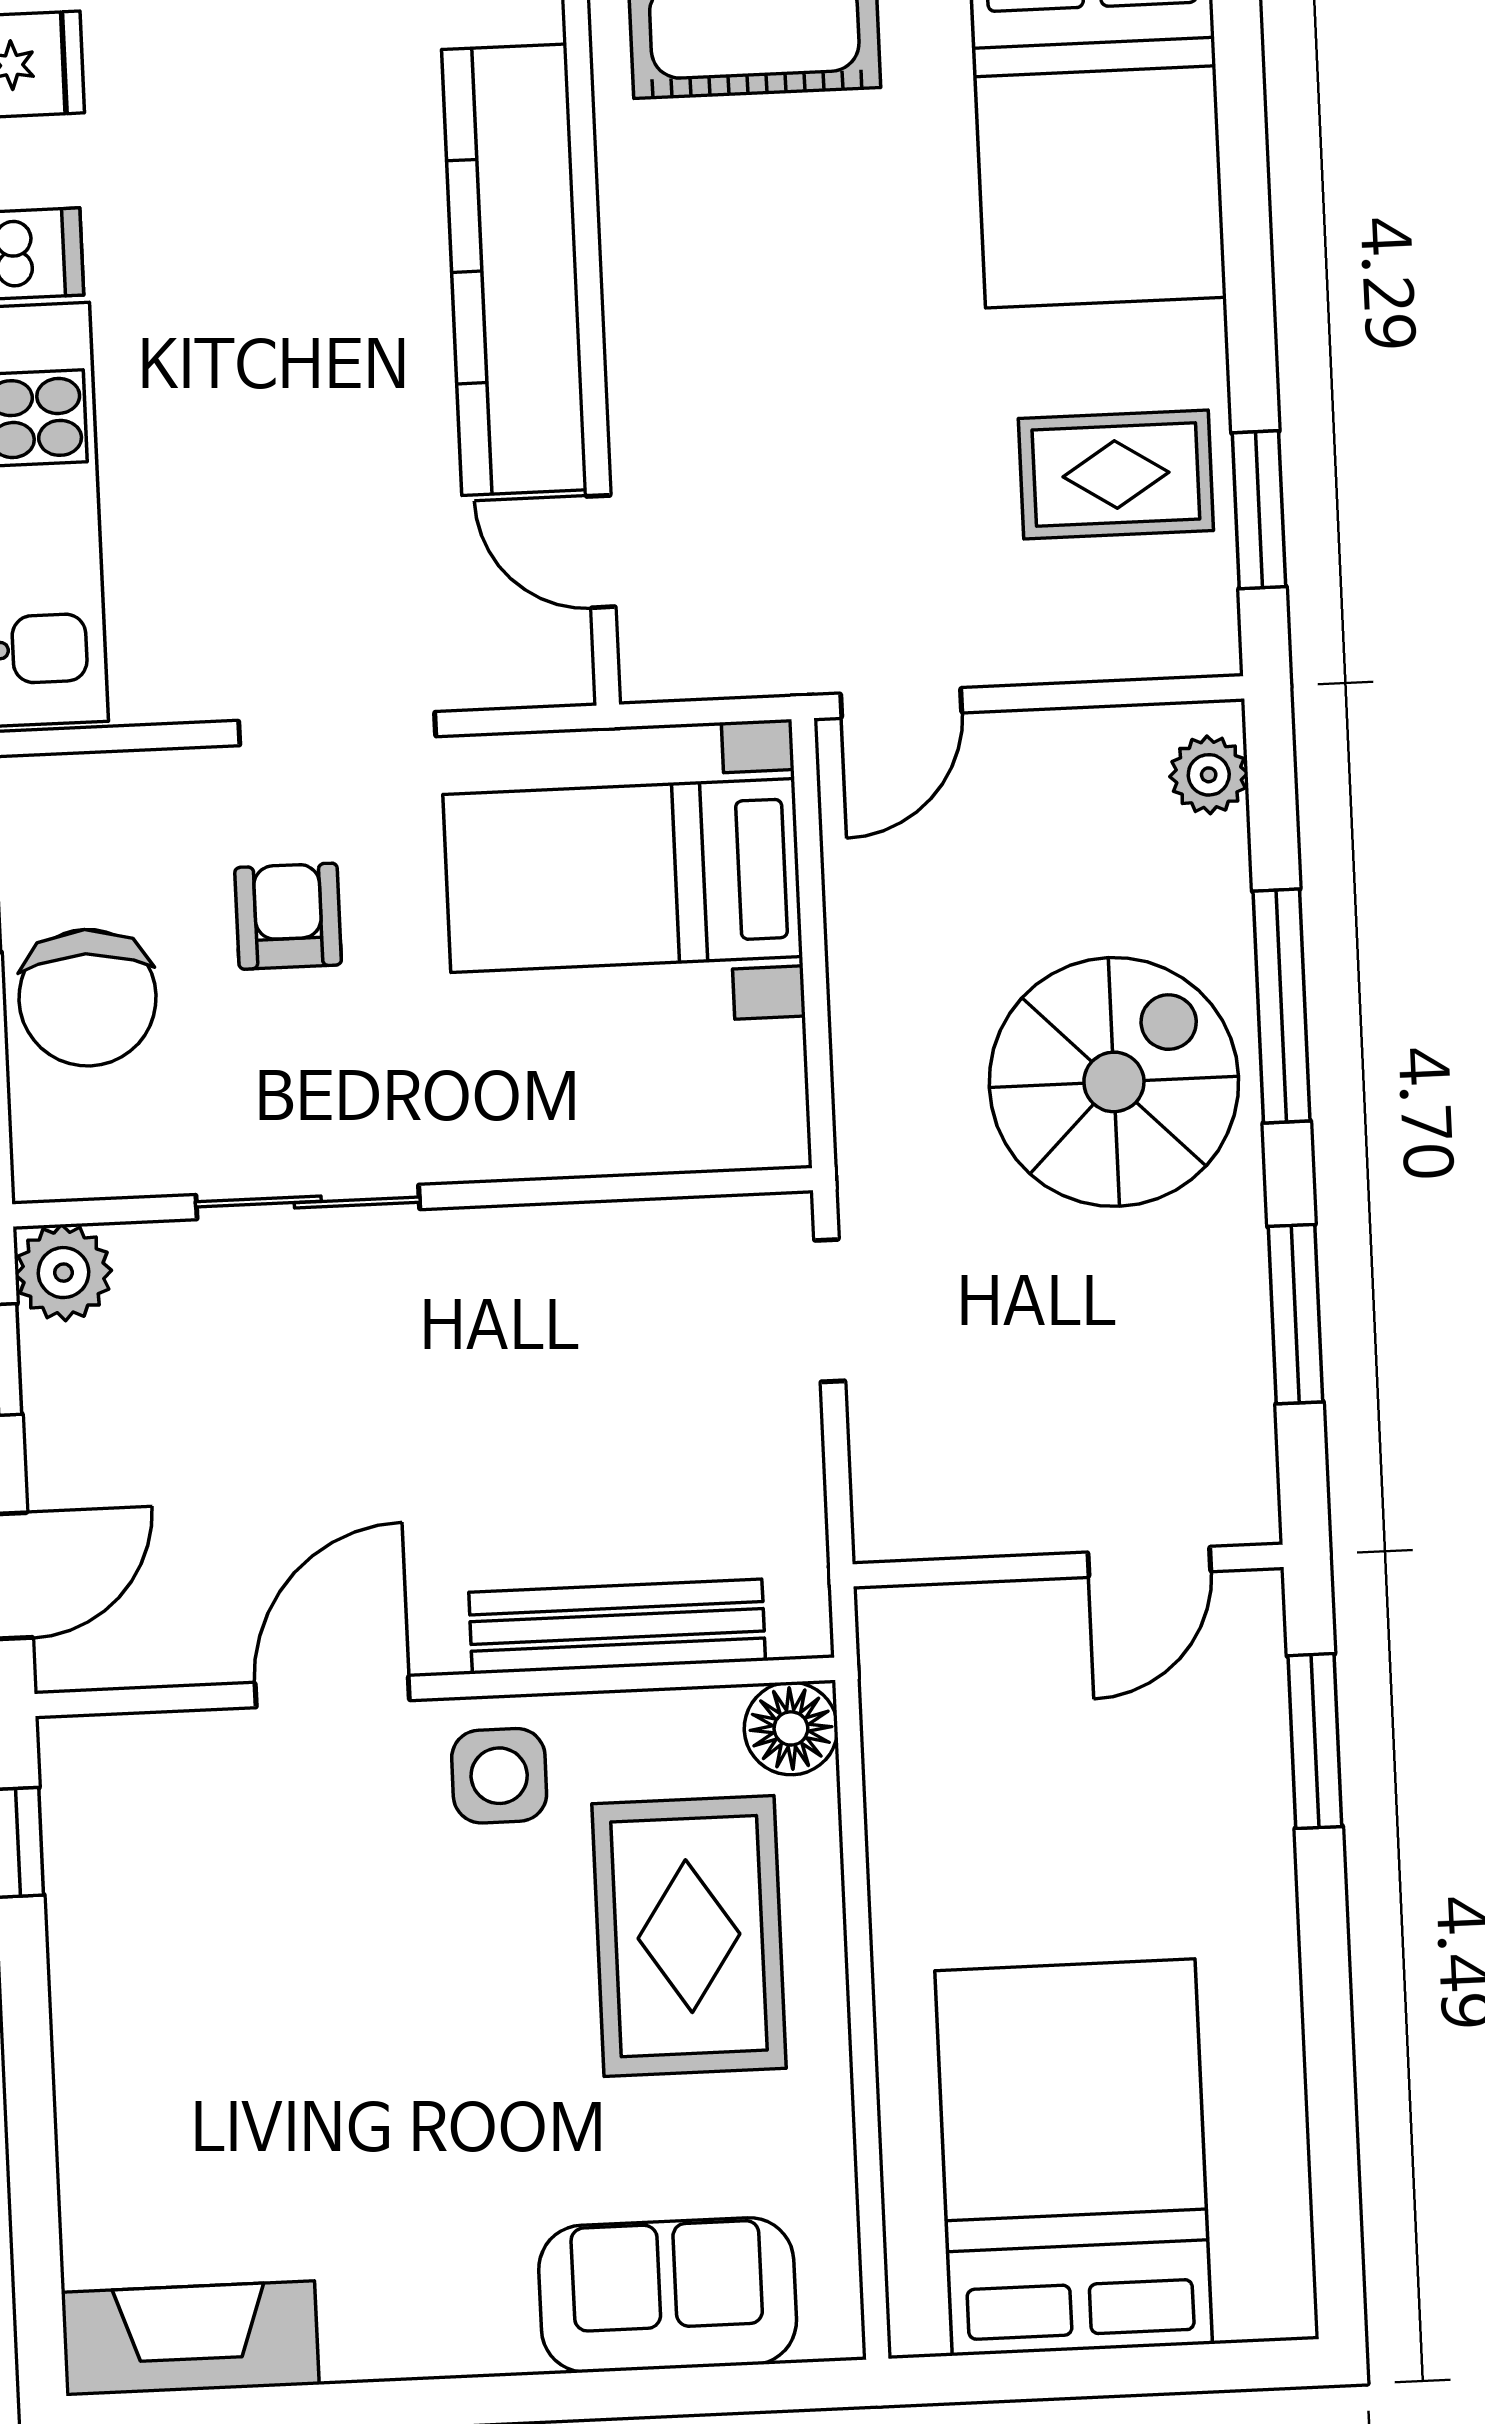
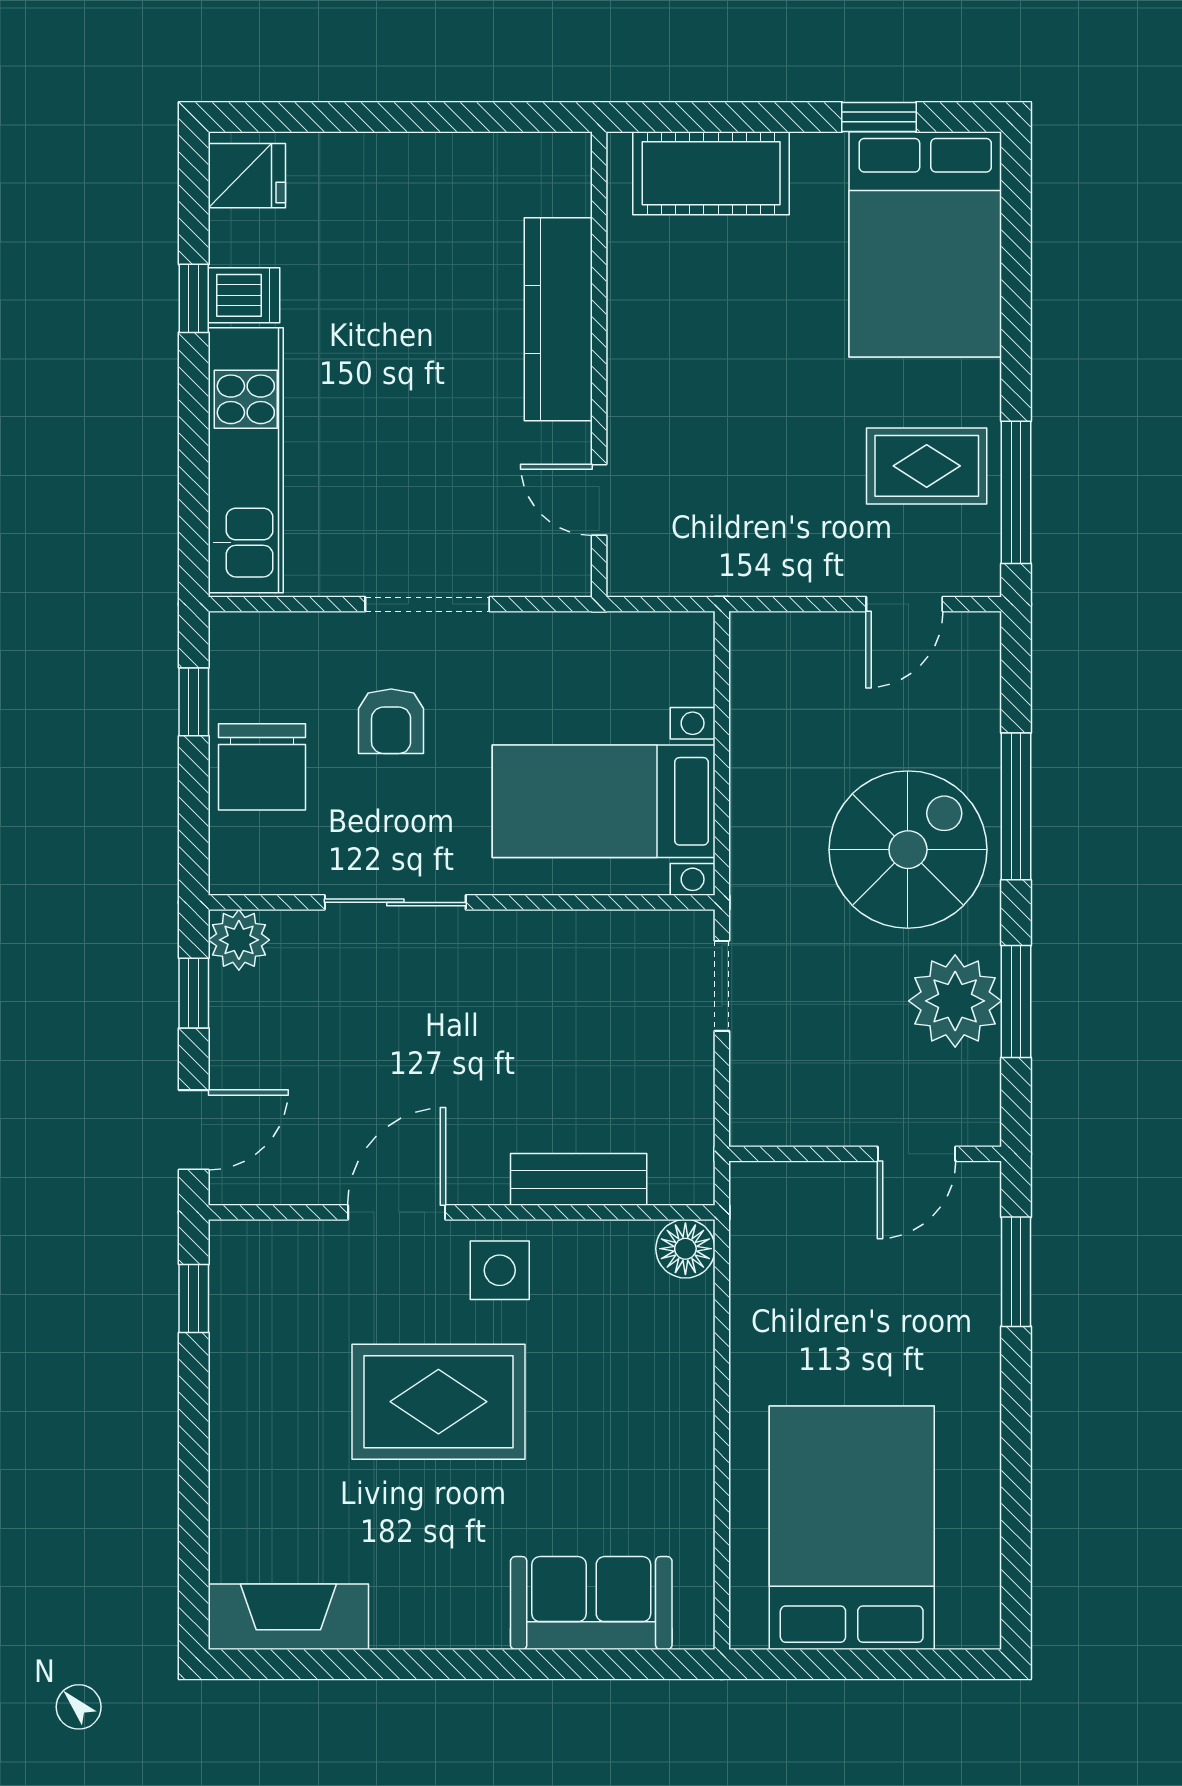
kitchen counter: (514, 270) -> (558, 319), width x0.72, depth x0.86
window: (1259, 510) -> (1016, 492), width x1.44
door: (901, 703) -> (904, 604), moved
plant: (1209, 775) -> (955, 1001), moved, width x1.87, depth x1.87
bed with nightstands: (623, 876) -> (604, 801), moved
armchair: (288, 916) -> (391, 721), turned 180
bench: (617, 1626) -> (579, 1179), width x0.73
rug: (689, 1936) -> (438, 1402), moved, turned 90

